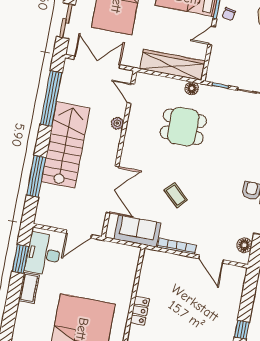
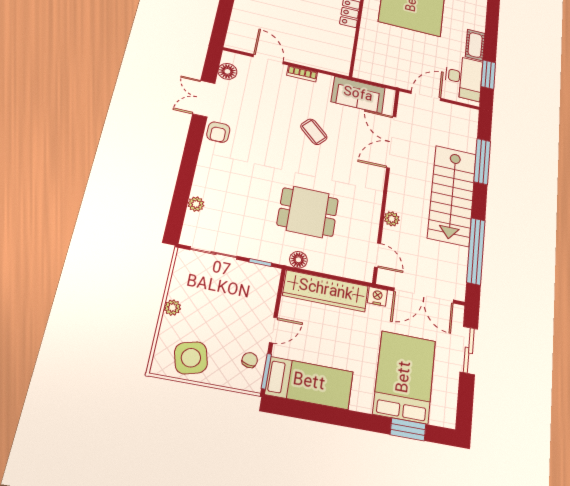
nightstand: (133, 61) -> (377, 296), added
bookcase: (177, 246) -> (302, 74), width x0.64

